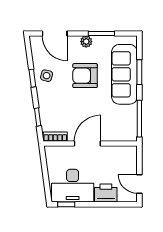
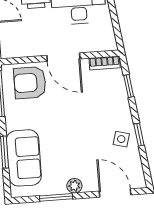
sofa: (124, 74) -> (24, 158), width x0.73
armchair: (85, 76) -> (30, 83), moved, turned 180
door: (87, 144) -> (63, 57), hinge flipped

